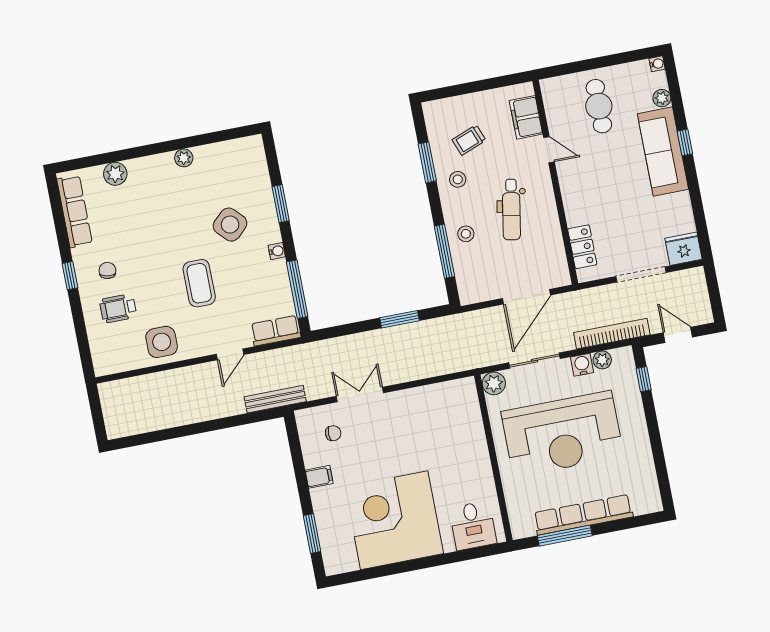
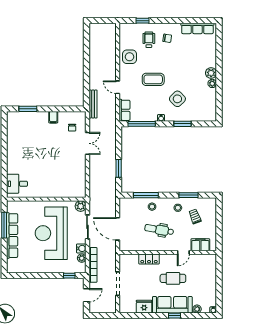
cafe table: (599, 106) -> (173, 278), moved
plant: (115, 174) -> (211, 73), moved
locker: (582, 247) -> (149, 259), moved
fridge: (683, 249) -> (144, 307), moved, turned -90
window: (70, 276) -> (143, 21), moved
corner desk: (394, 520) -> (27, 148), removed

